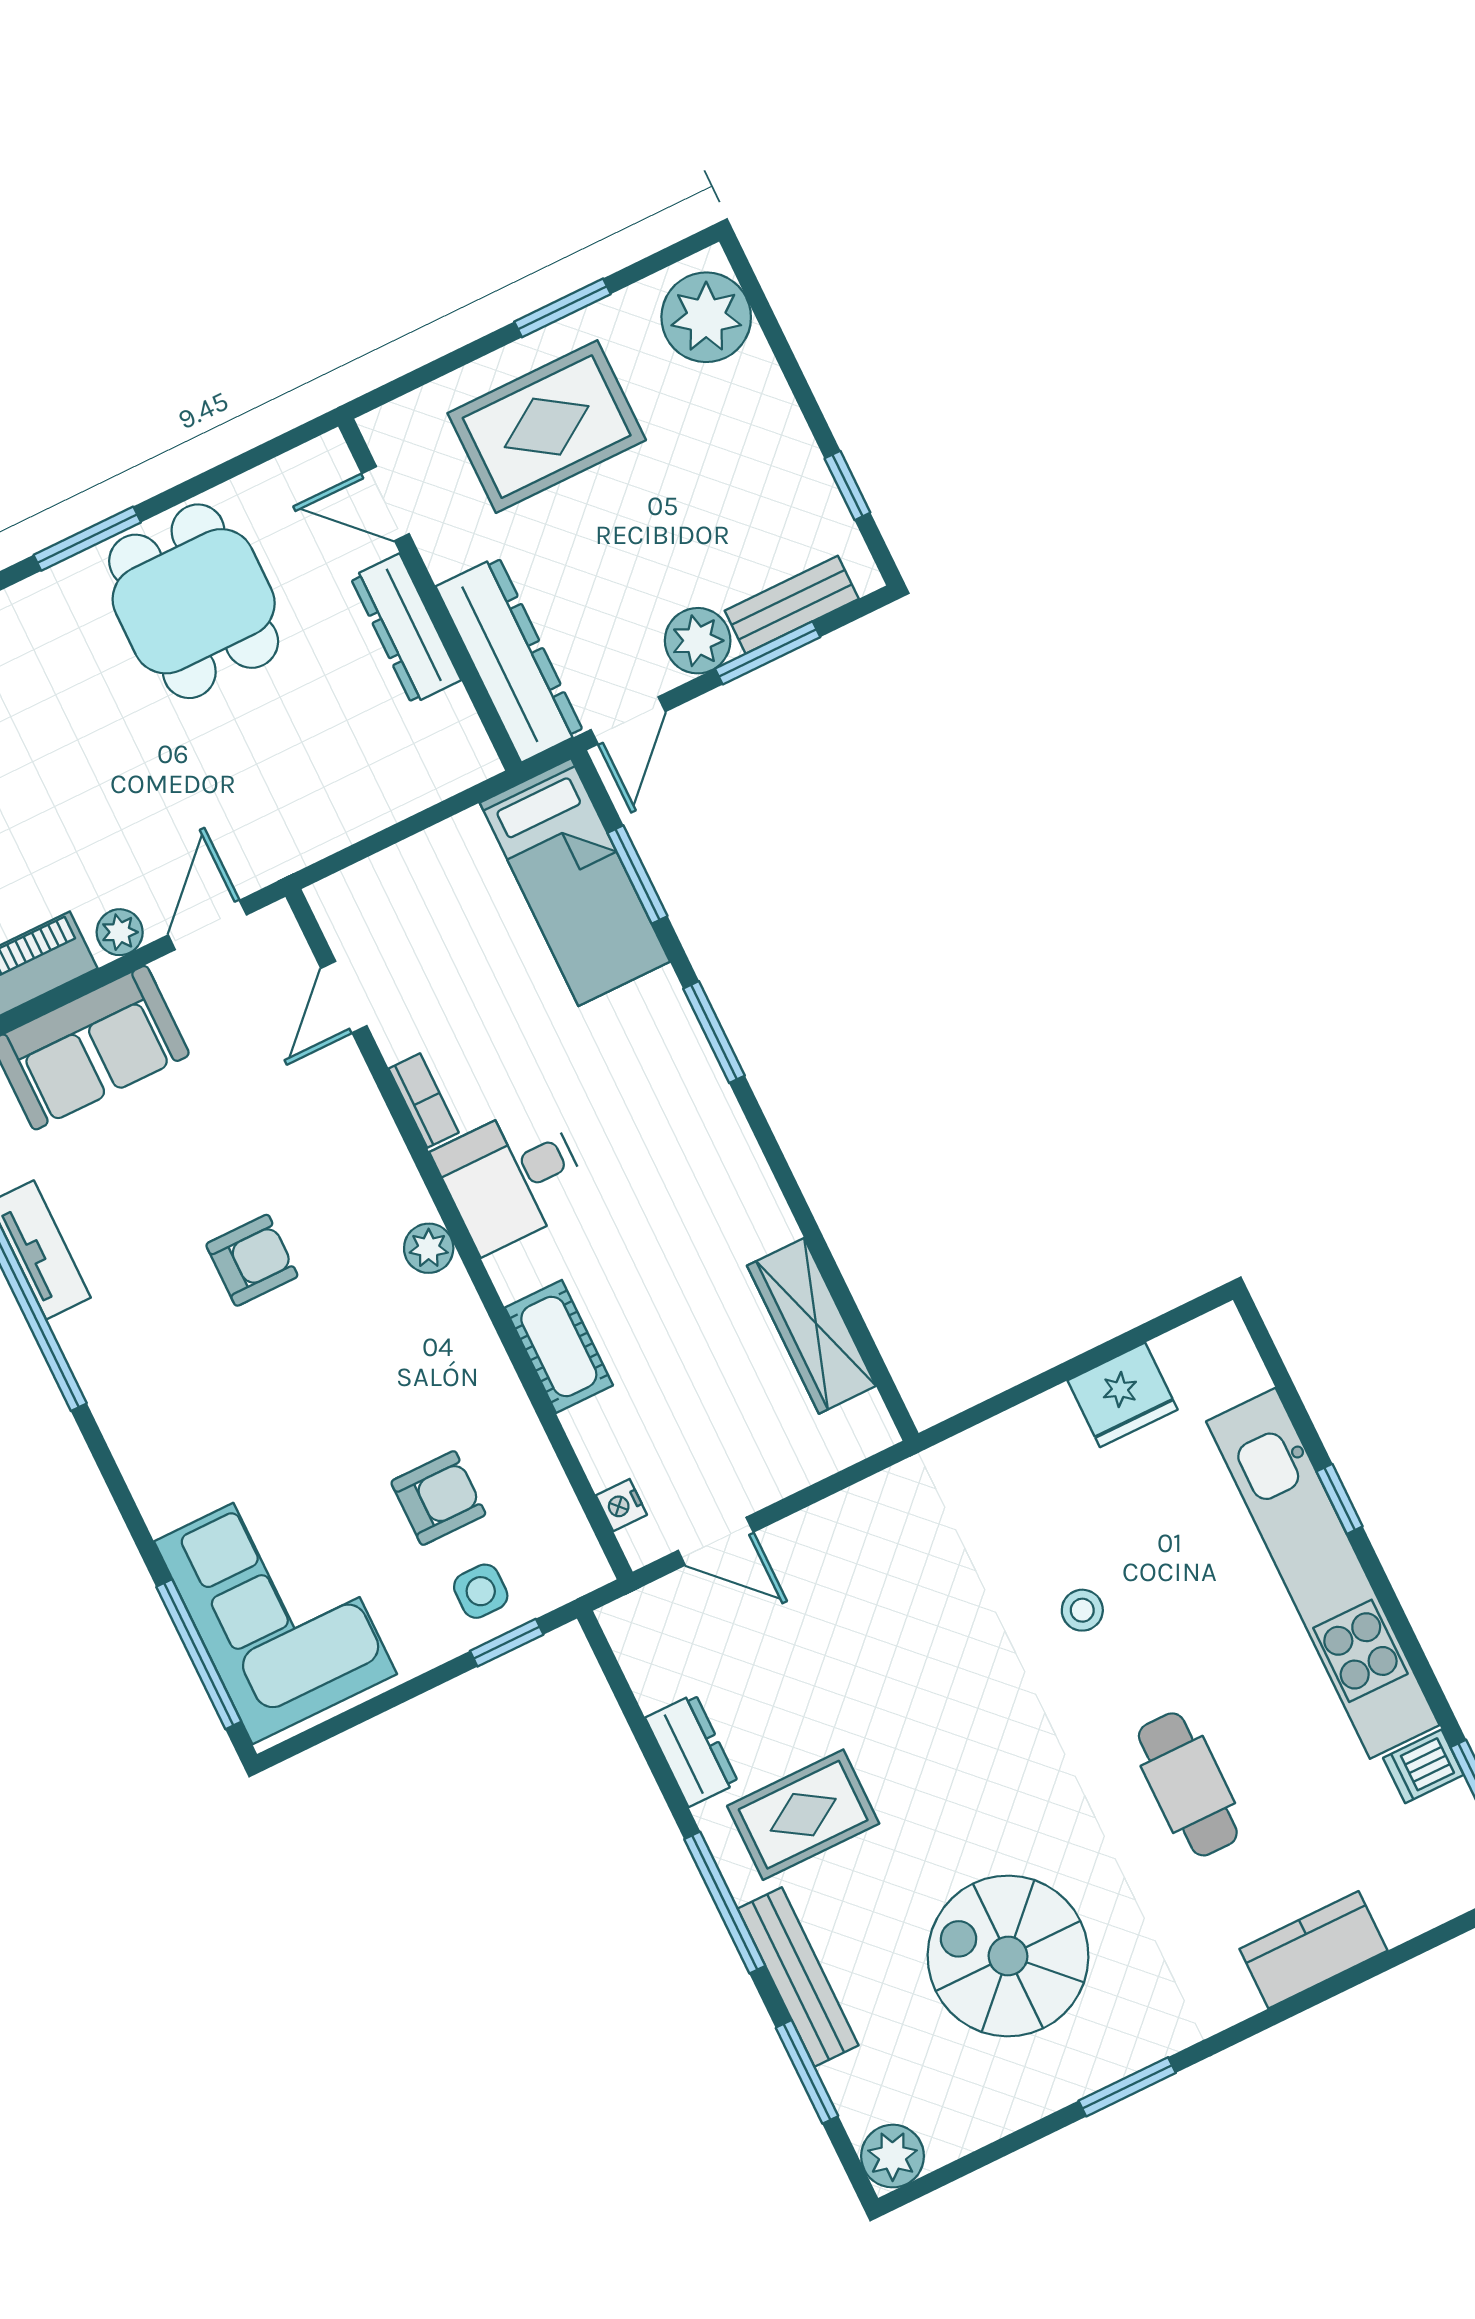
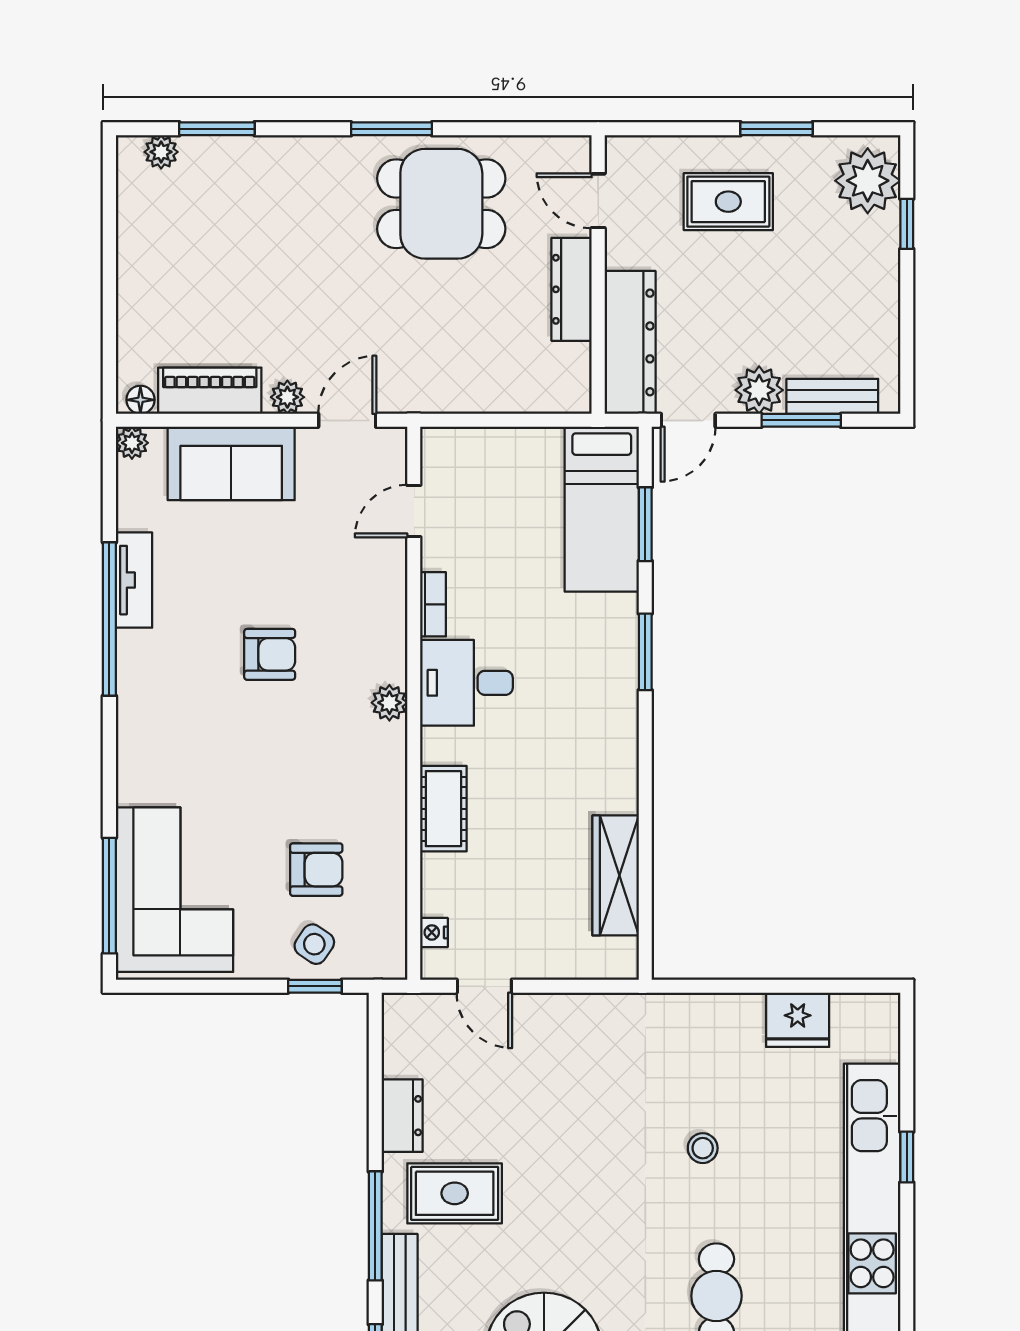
rug: (547, 427) -> (728, 202), width x0.73, depth x0.70
window: (847, 485) -> (907, 224), moved
dining table: (194, 601) -> (441, 204), turned 90
side table: (481, 1591) -> (314, 944), turned 34

